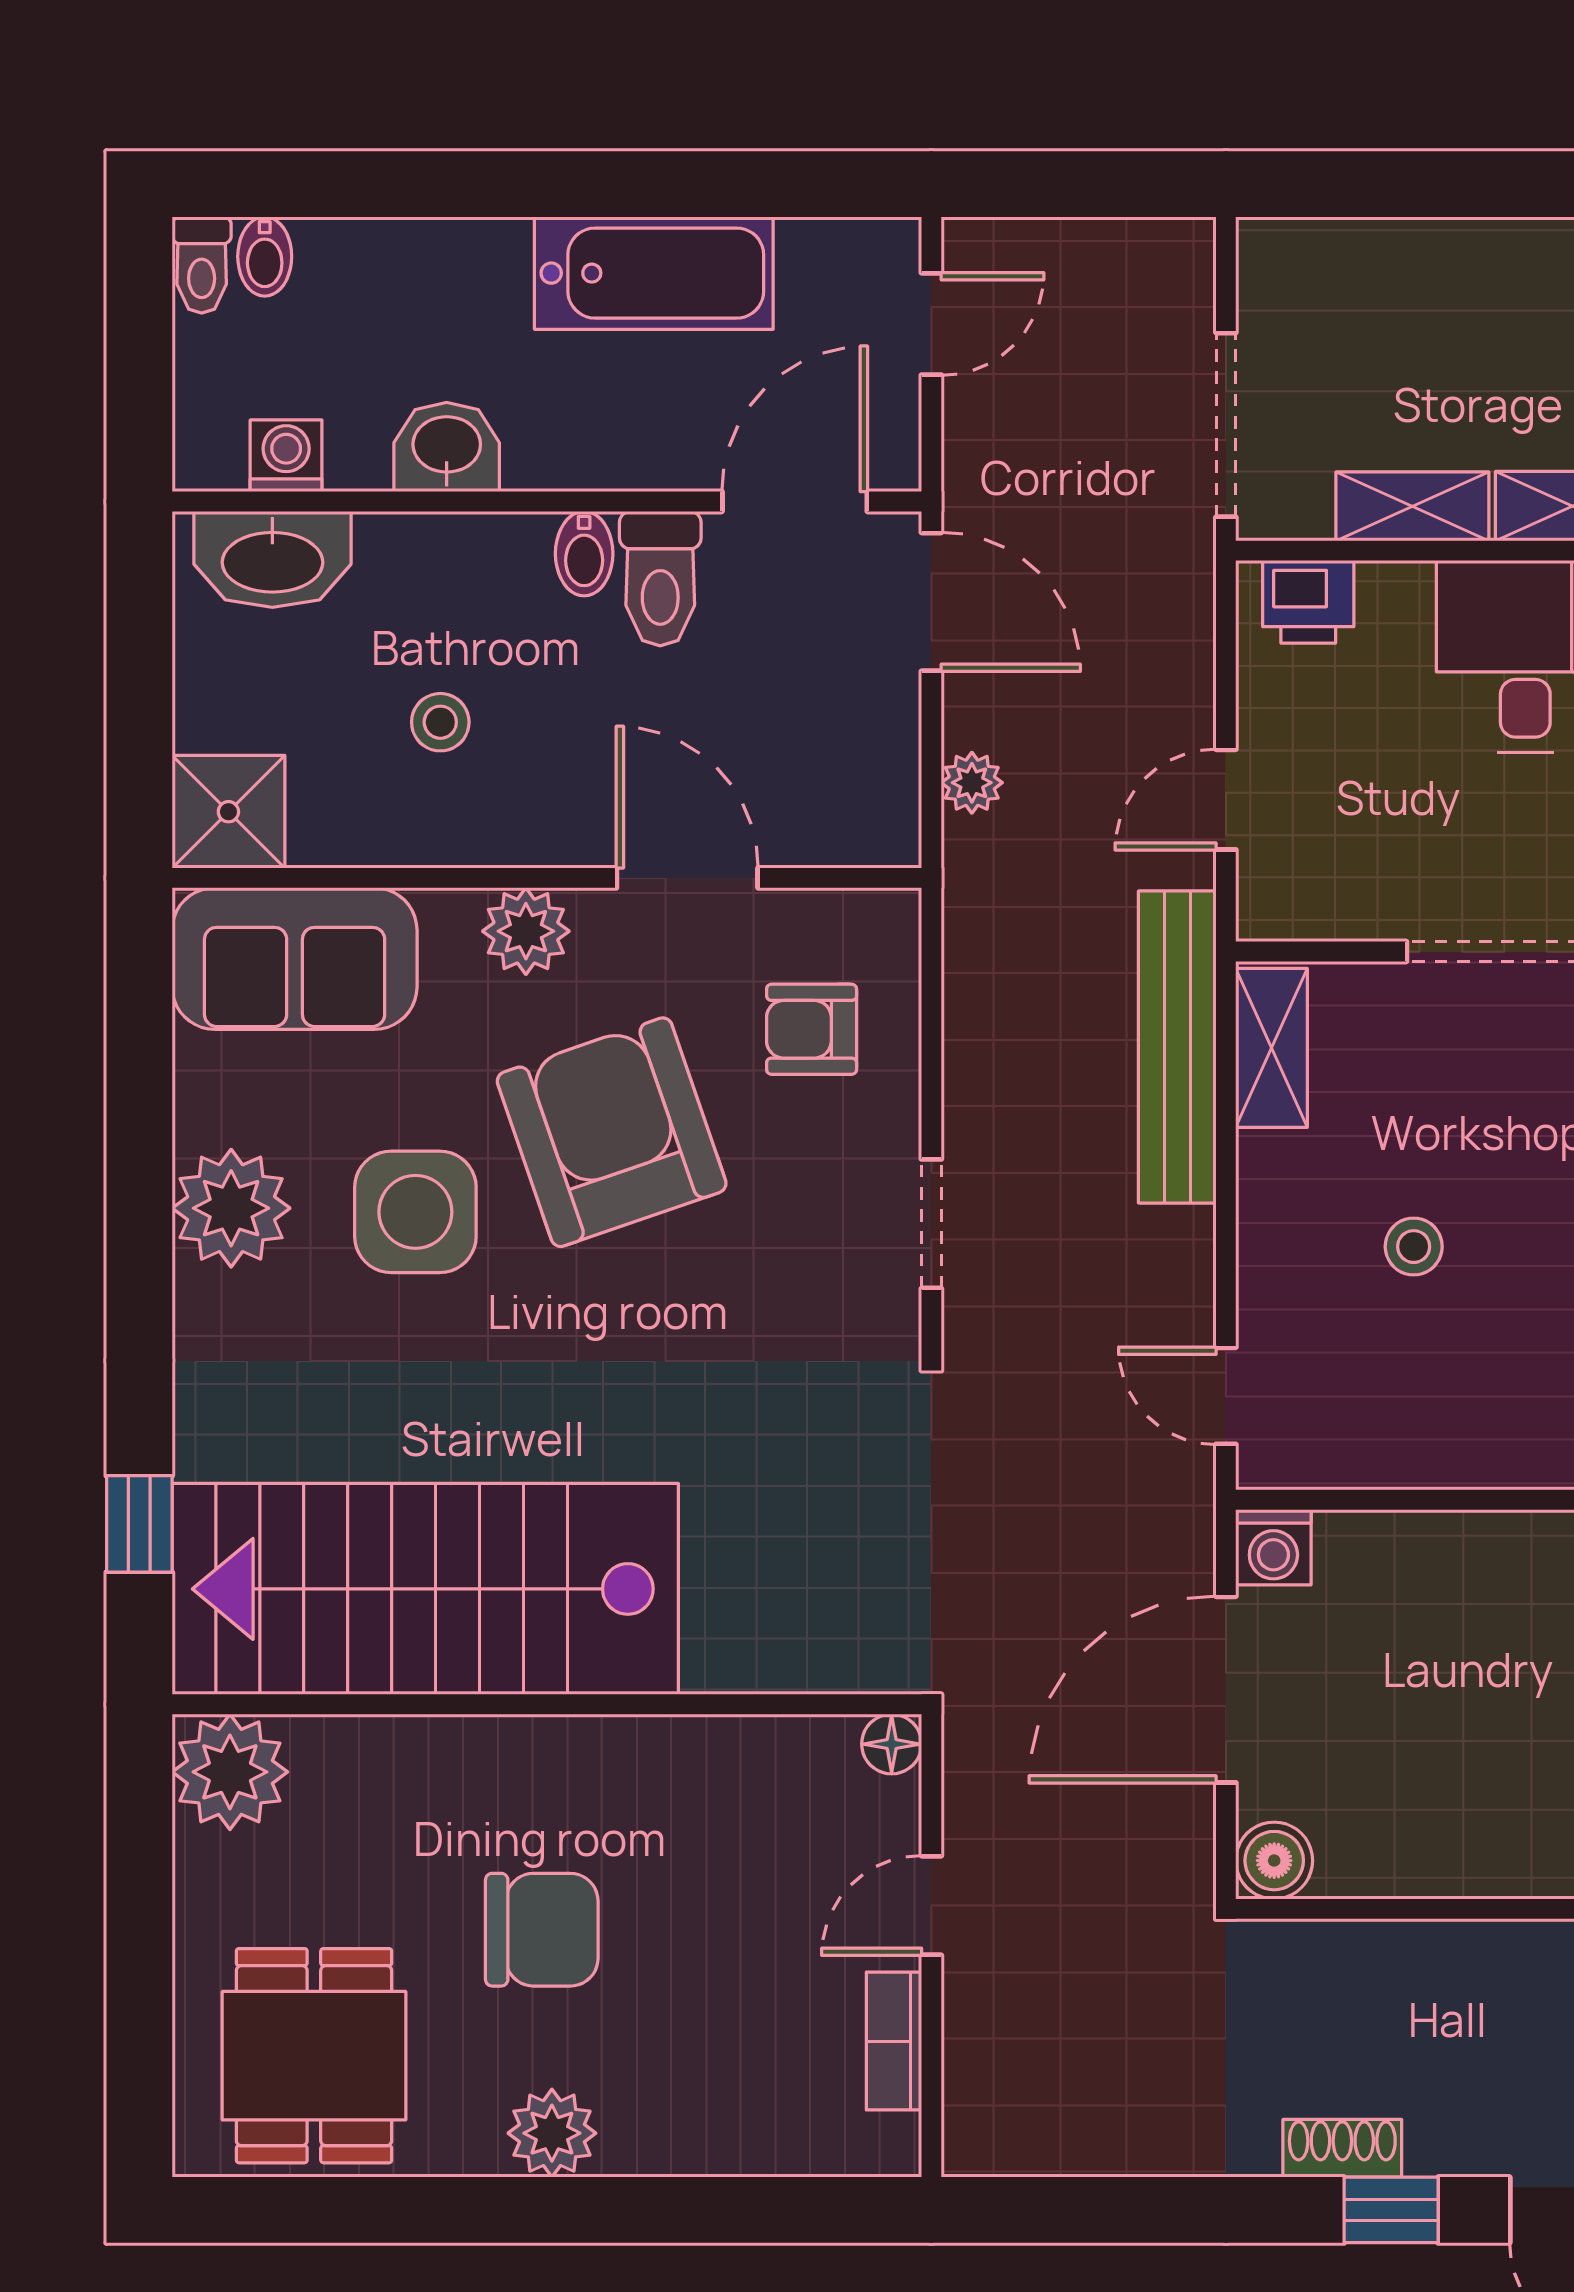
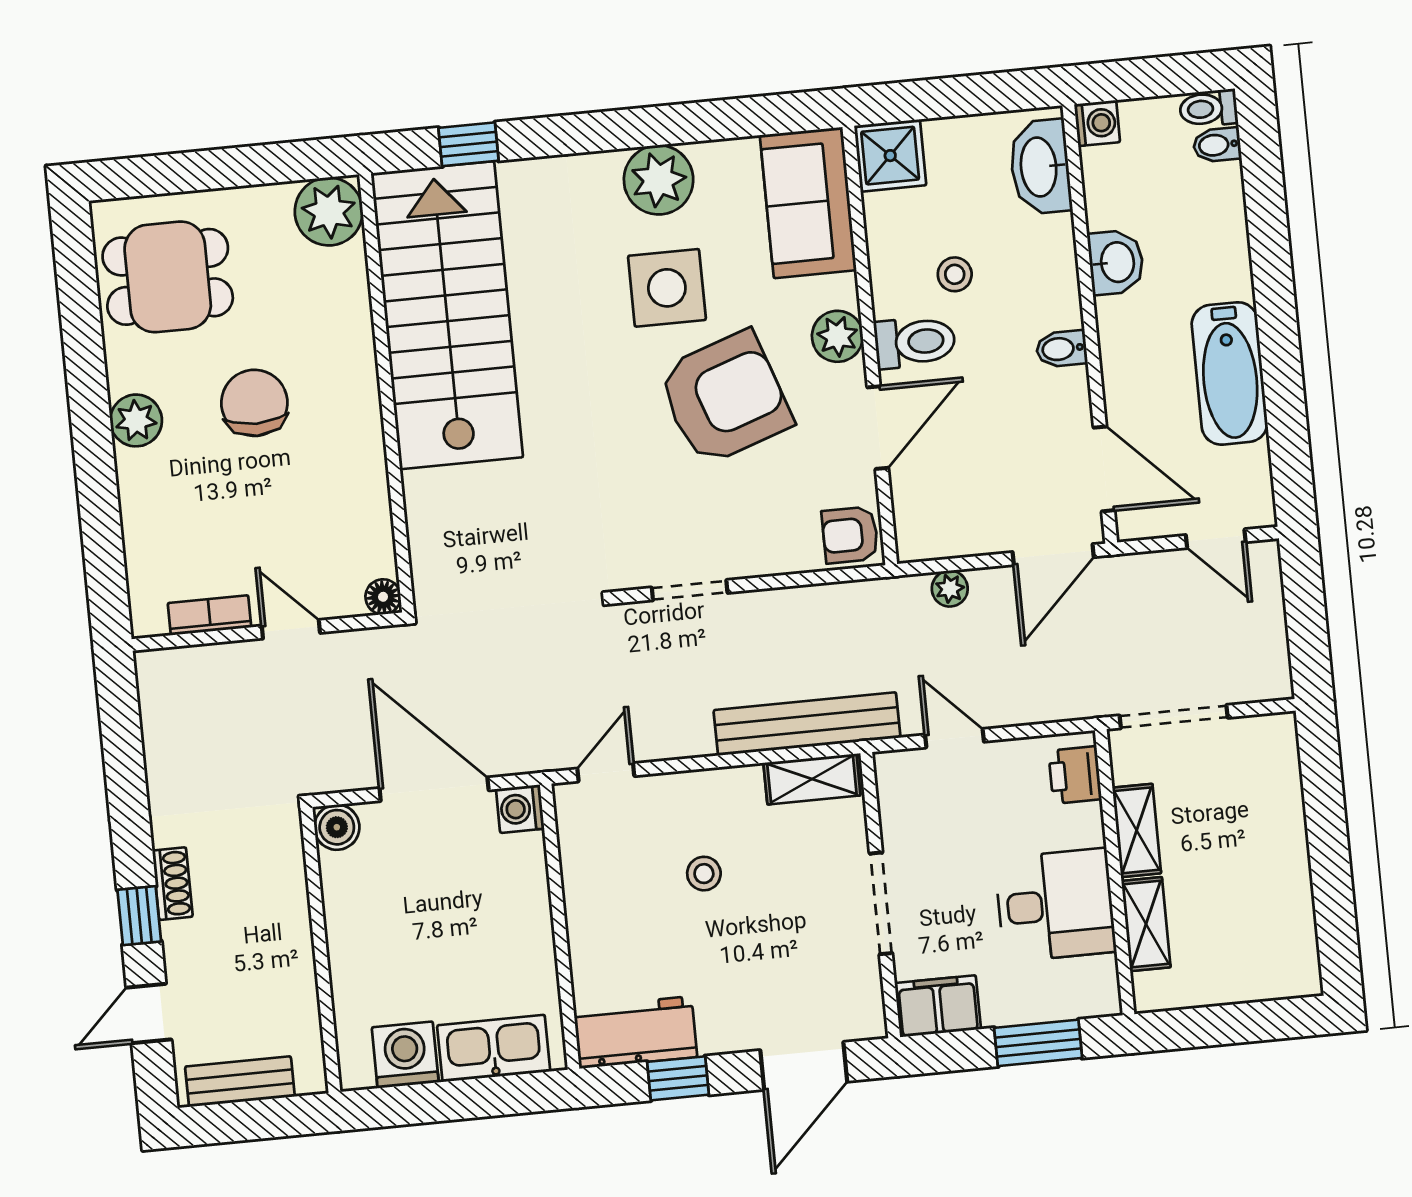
washing machine: (286, 456) -> (1097, 123), moved
toilet: (660, 579) -> (915, 342), moved, turned 180
armchair: (812, 1029) -> (850, 535), moved, turned -90
chair: (542, 1930) -> (254, 403), turned 180

